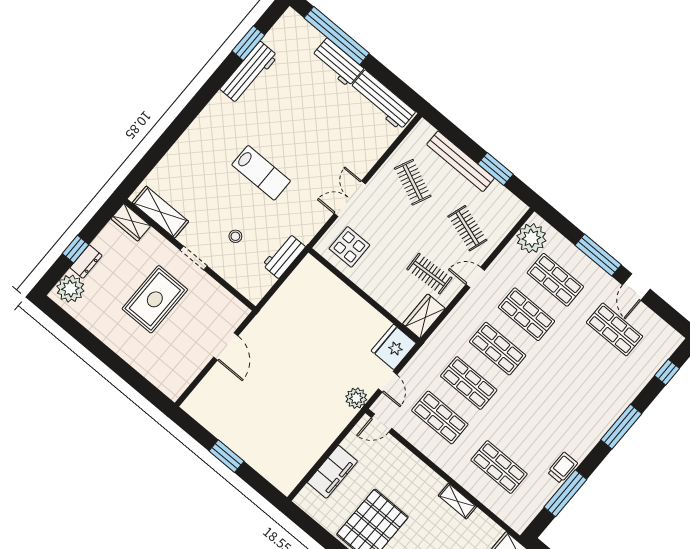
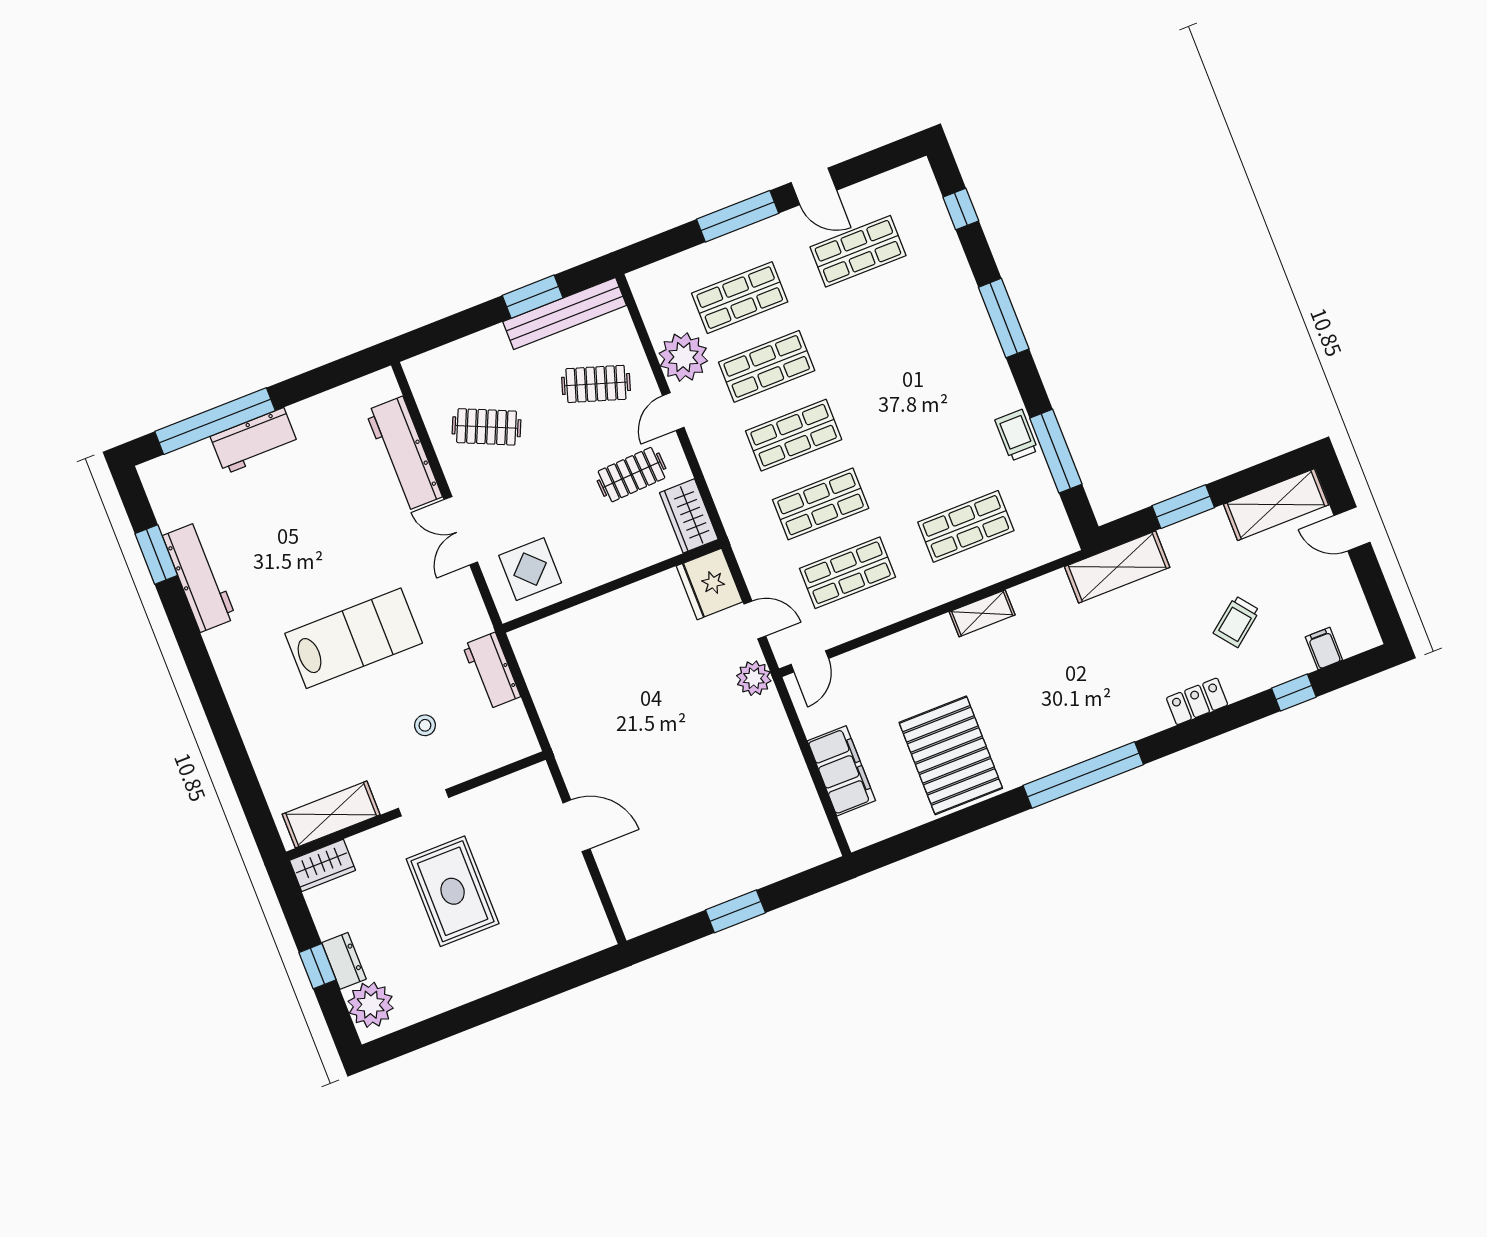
workbench: (382, 100) -> (404, 454), moved, turned 90
bench: (461, 161) -> (565, 314), moved
lab bench: (261, 173) -> (354, 638), width x1.36, depth x1.39
plant: (531, 238) -> (683, 357), moved

